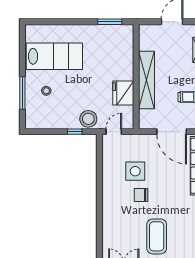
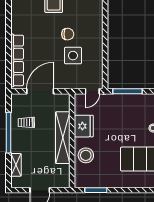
stool: (88, 119) -> (86, 155), moved
window: (75, 132) -> (127, 91), width x2.17
door: (172, 132) -> (40, 91), hinge flipped

